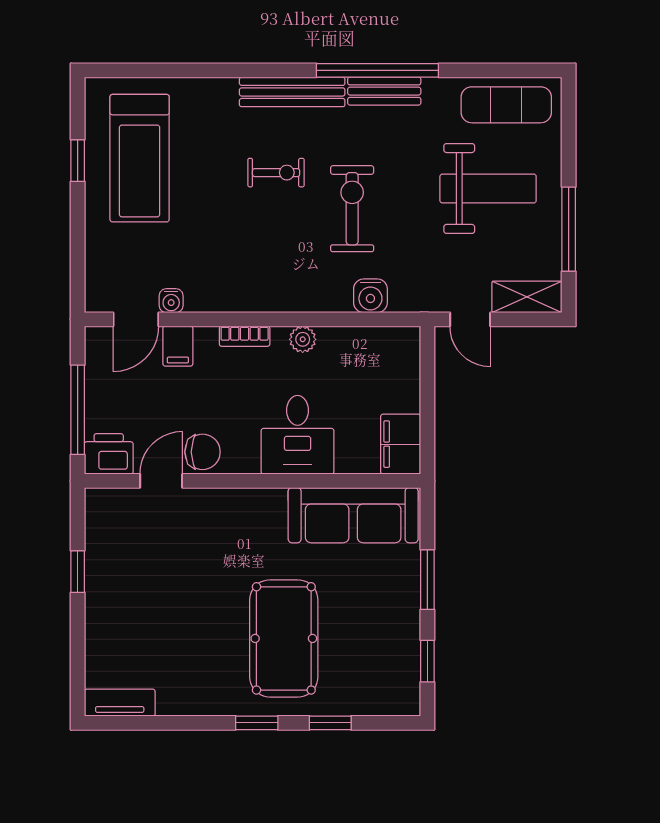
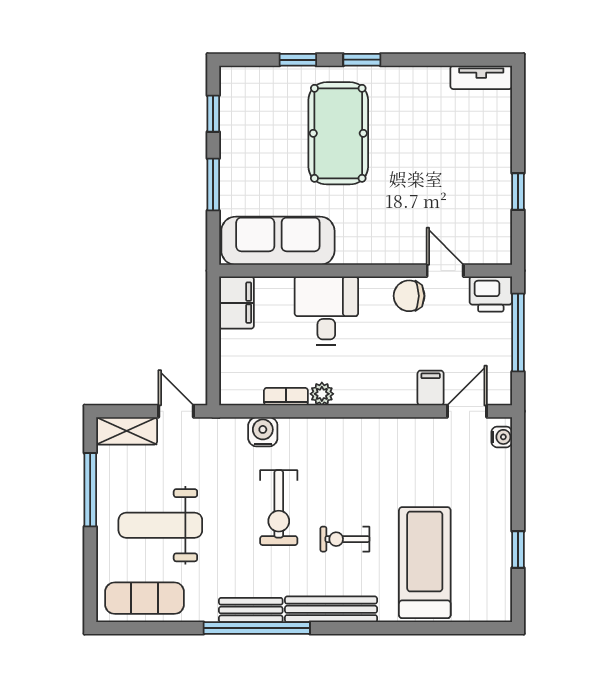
treadmill: (140, 158) -> (425, 563), moved
water cooler: (171, 301) -> (502, 437), moved, turned 90
bookcase: (245, 336) -> (286, 397), moved
door: (161, 481) -> (445, 271), swing flipped

